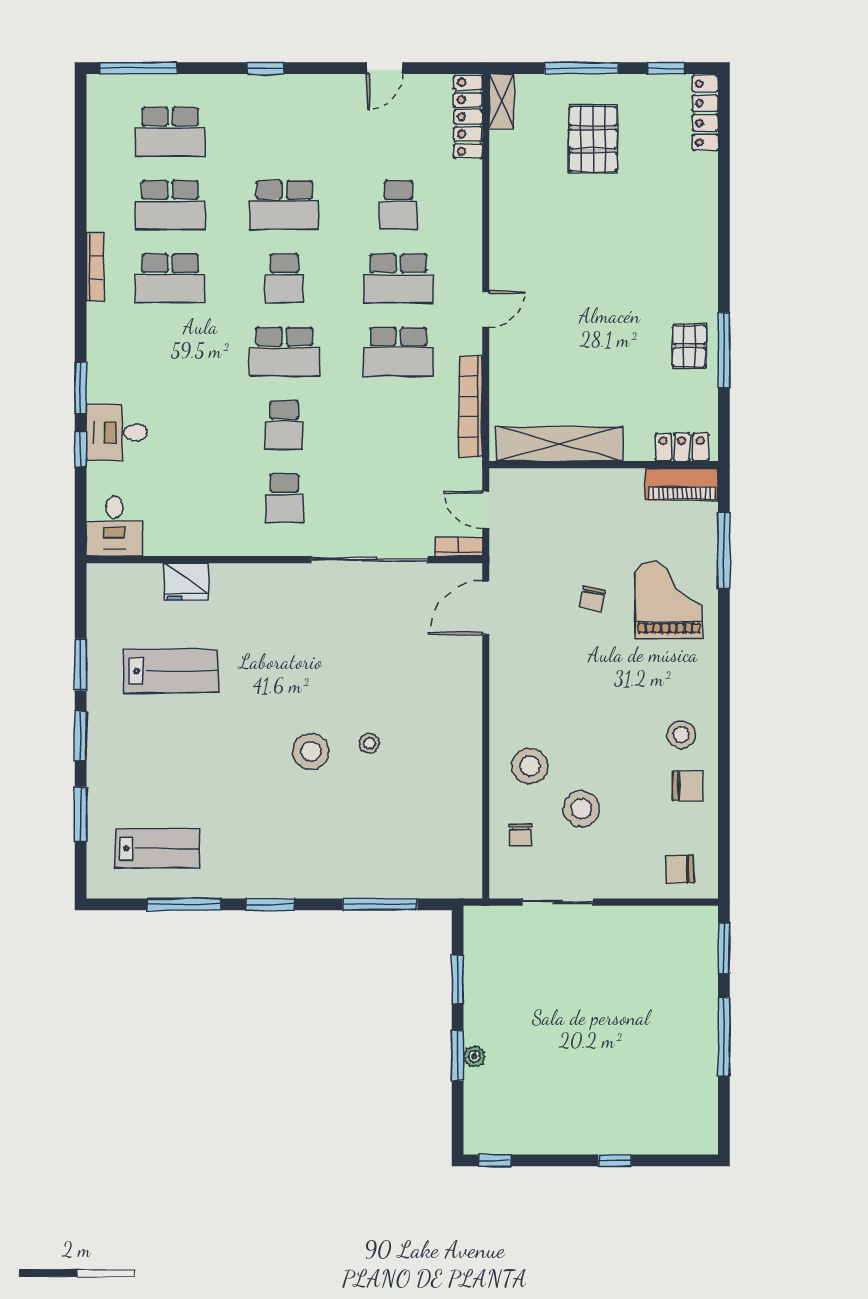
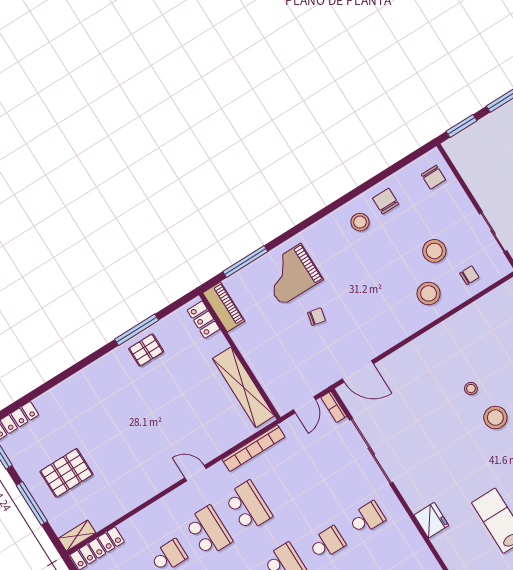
fridge: (186, 582) -> (431, 520), moved

